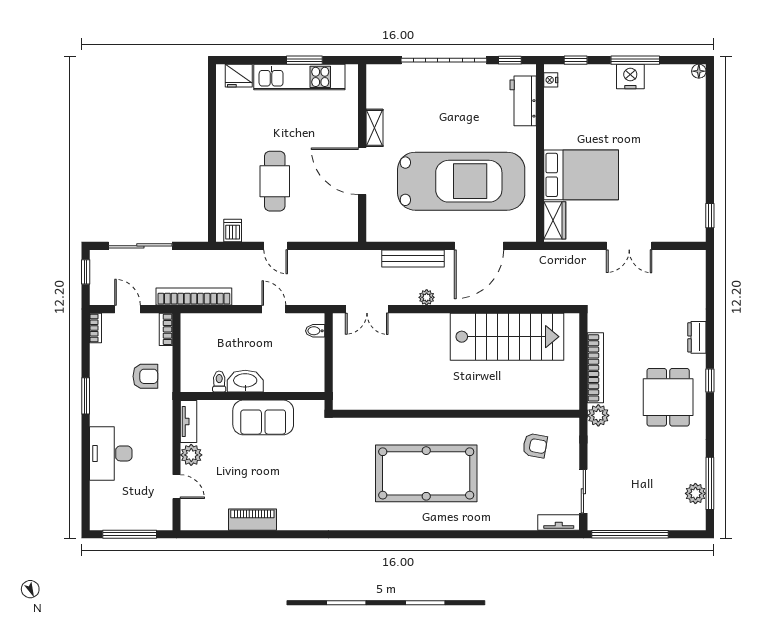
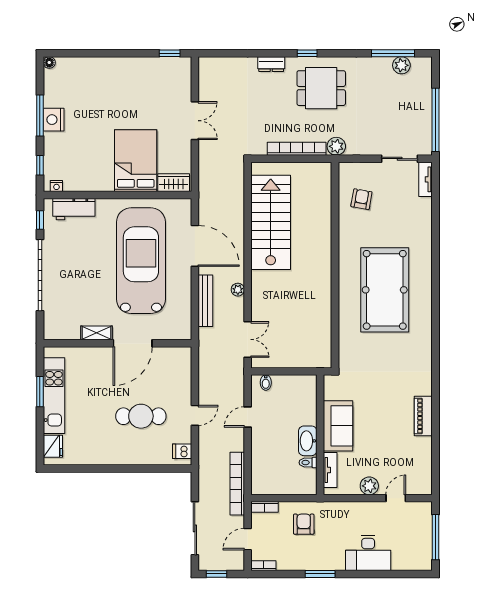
tv unit: (188, 421) -> (330, 470), moved, turned 90
piano: (252, 520) -> (423, 416), moved

